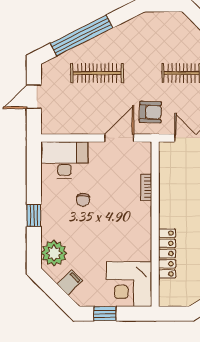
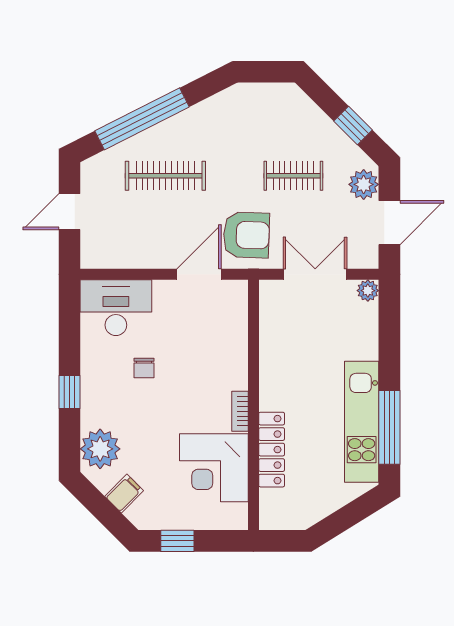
armchair: (150, 112) -> (246, 235), width x1.38, depth x1.38
bookcase: (146, 188) -> (240, 411), moved
corner desk: (129, 284) -> (214, 468), moved

